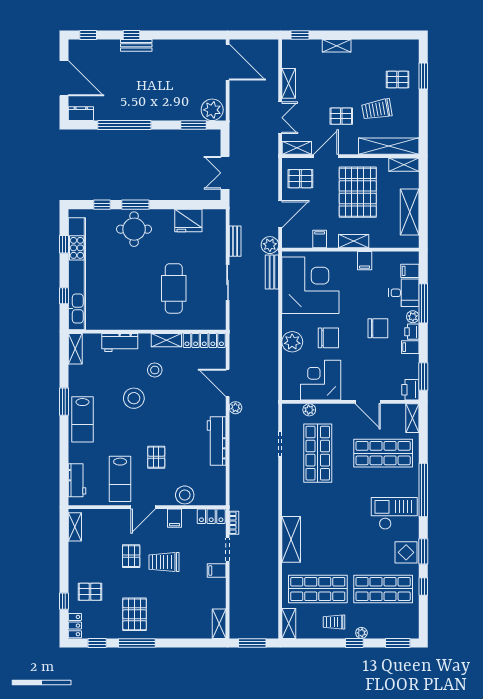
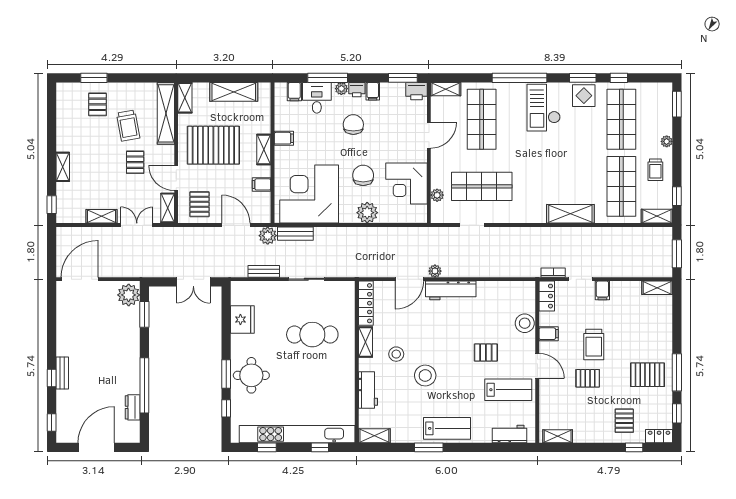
dresser: (81, 114) -> (133, 407), moved
workbench: (217, 441) -> (451, 290), moved
window: (354, 643) -> (677, 196), moved

